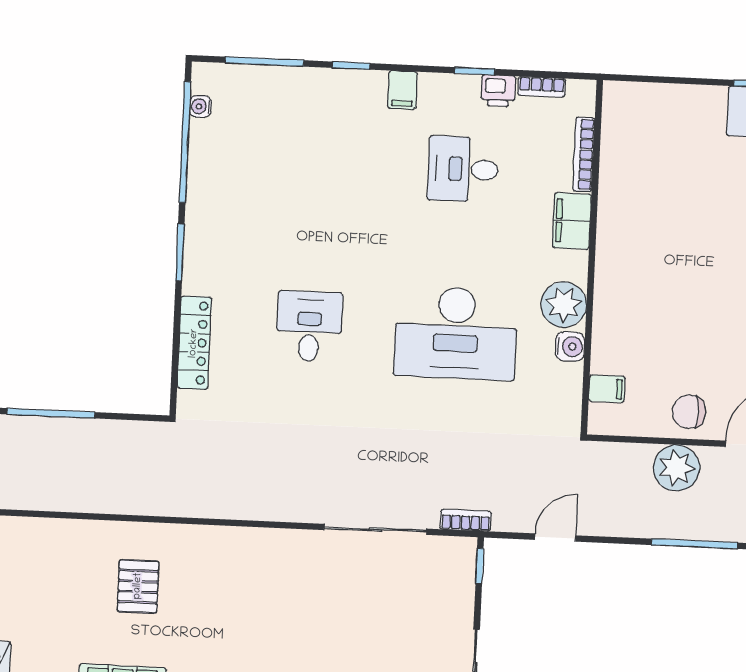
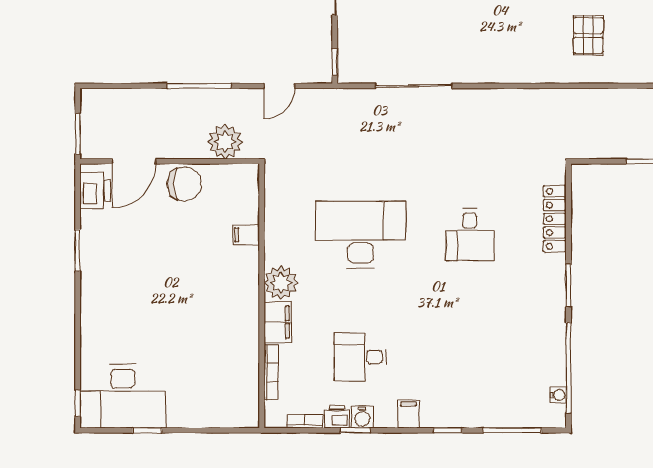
desk: (463, 169) -> (360, 357), turned 180
plant: (564, 305) -> (281, 283), moved
water cooler: (570, 346) -> (362, 417), moved, turned -90
filing cabinet: (607, 389) -> (246, 235), moved
chair: (689, 412) -> (184, 184), width x1.37, depth x1.37
plant: (677, 468) -> (225, 142), moved
bookcase: (466, 520) -> (347, 96), removed
window: (694, 544) -> (199, 86), moved

